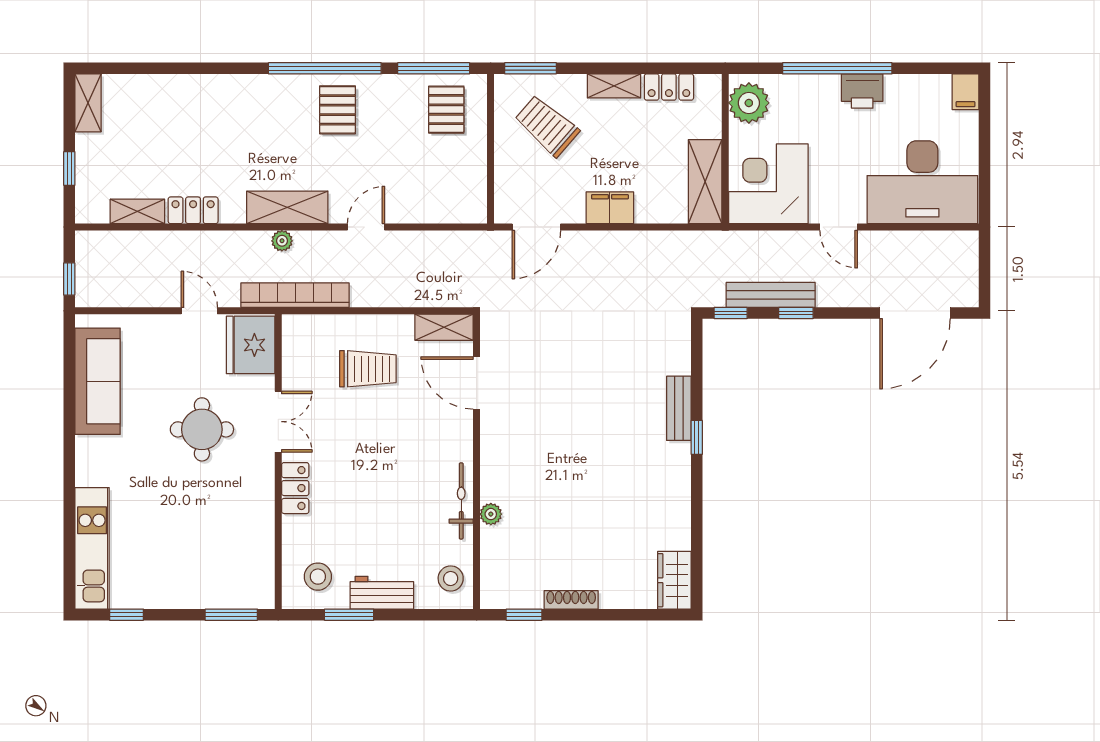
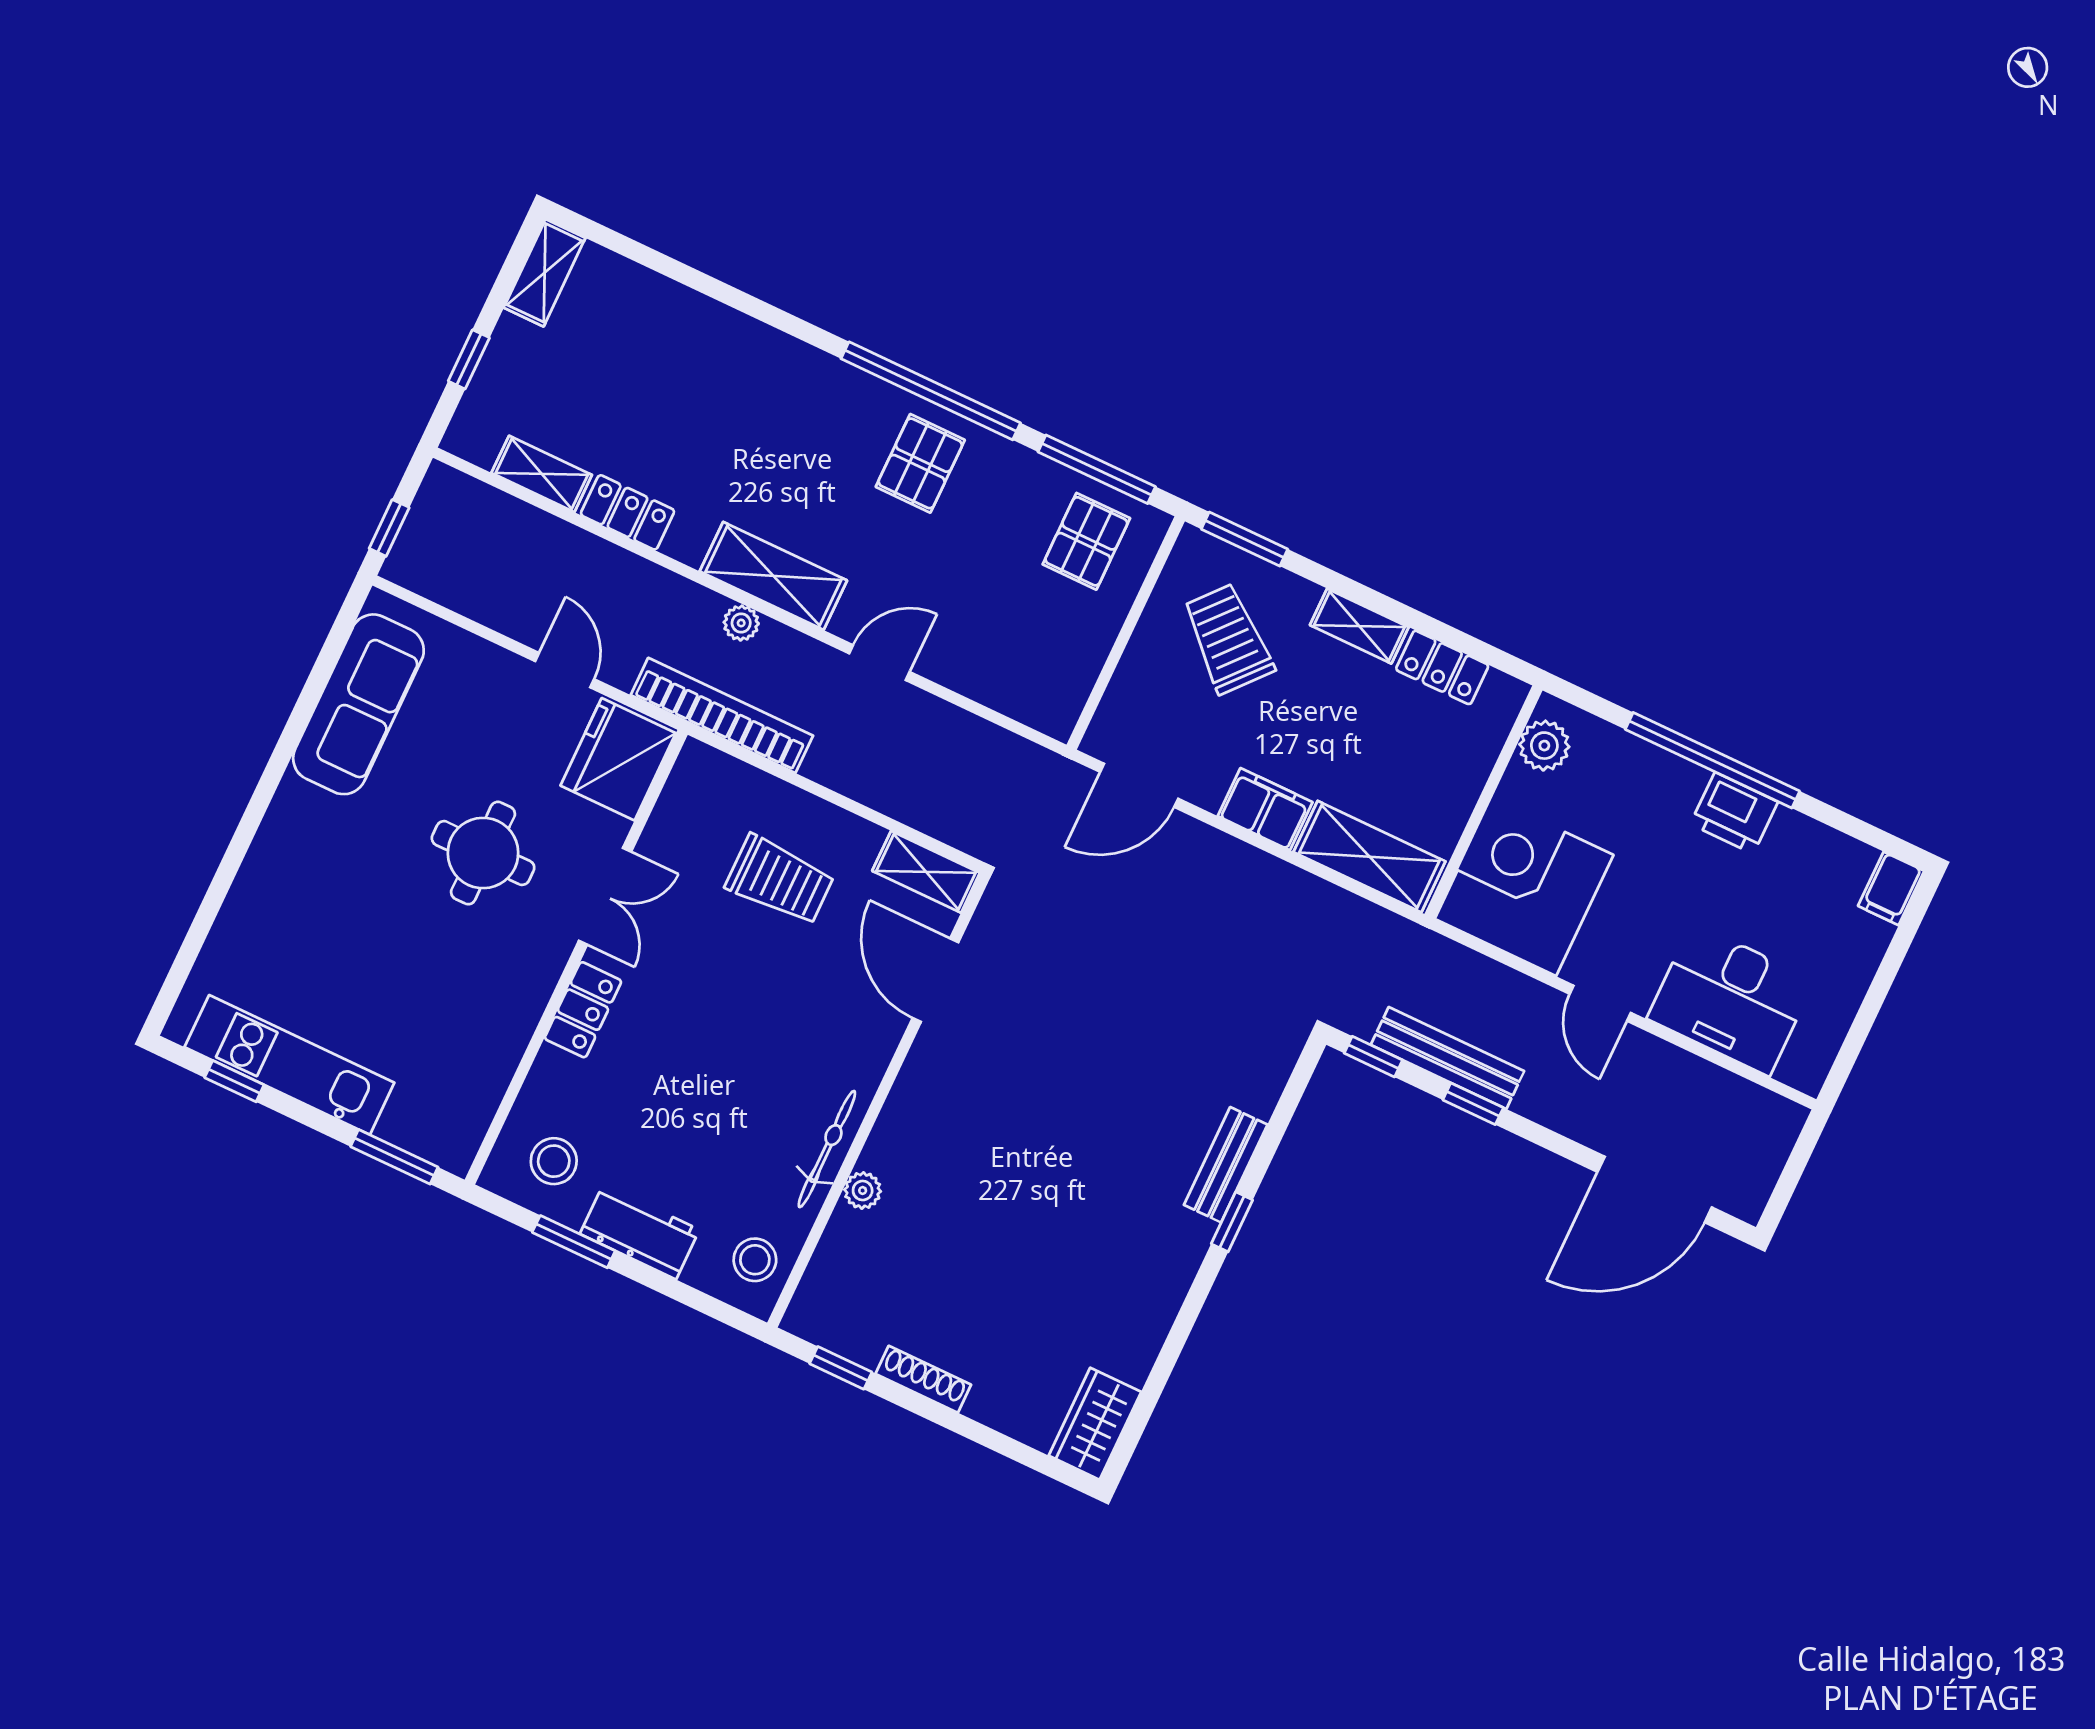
plant: (749, 103) -> (1544, 746), width x0.73, depth x0.73
shelving: (705, 182) -> (1369, 857), moved, turned 90
desk: (922, 182) -> (1731, 999), width x0.73, depth x0.77
kitchen unit: (92, 548) -> (289, 1065), moved, turned -90

